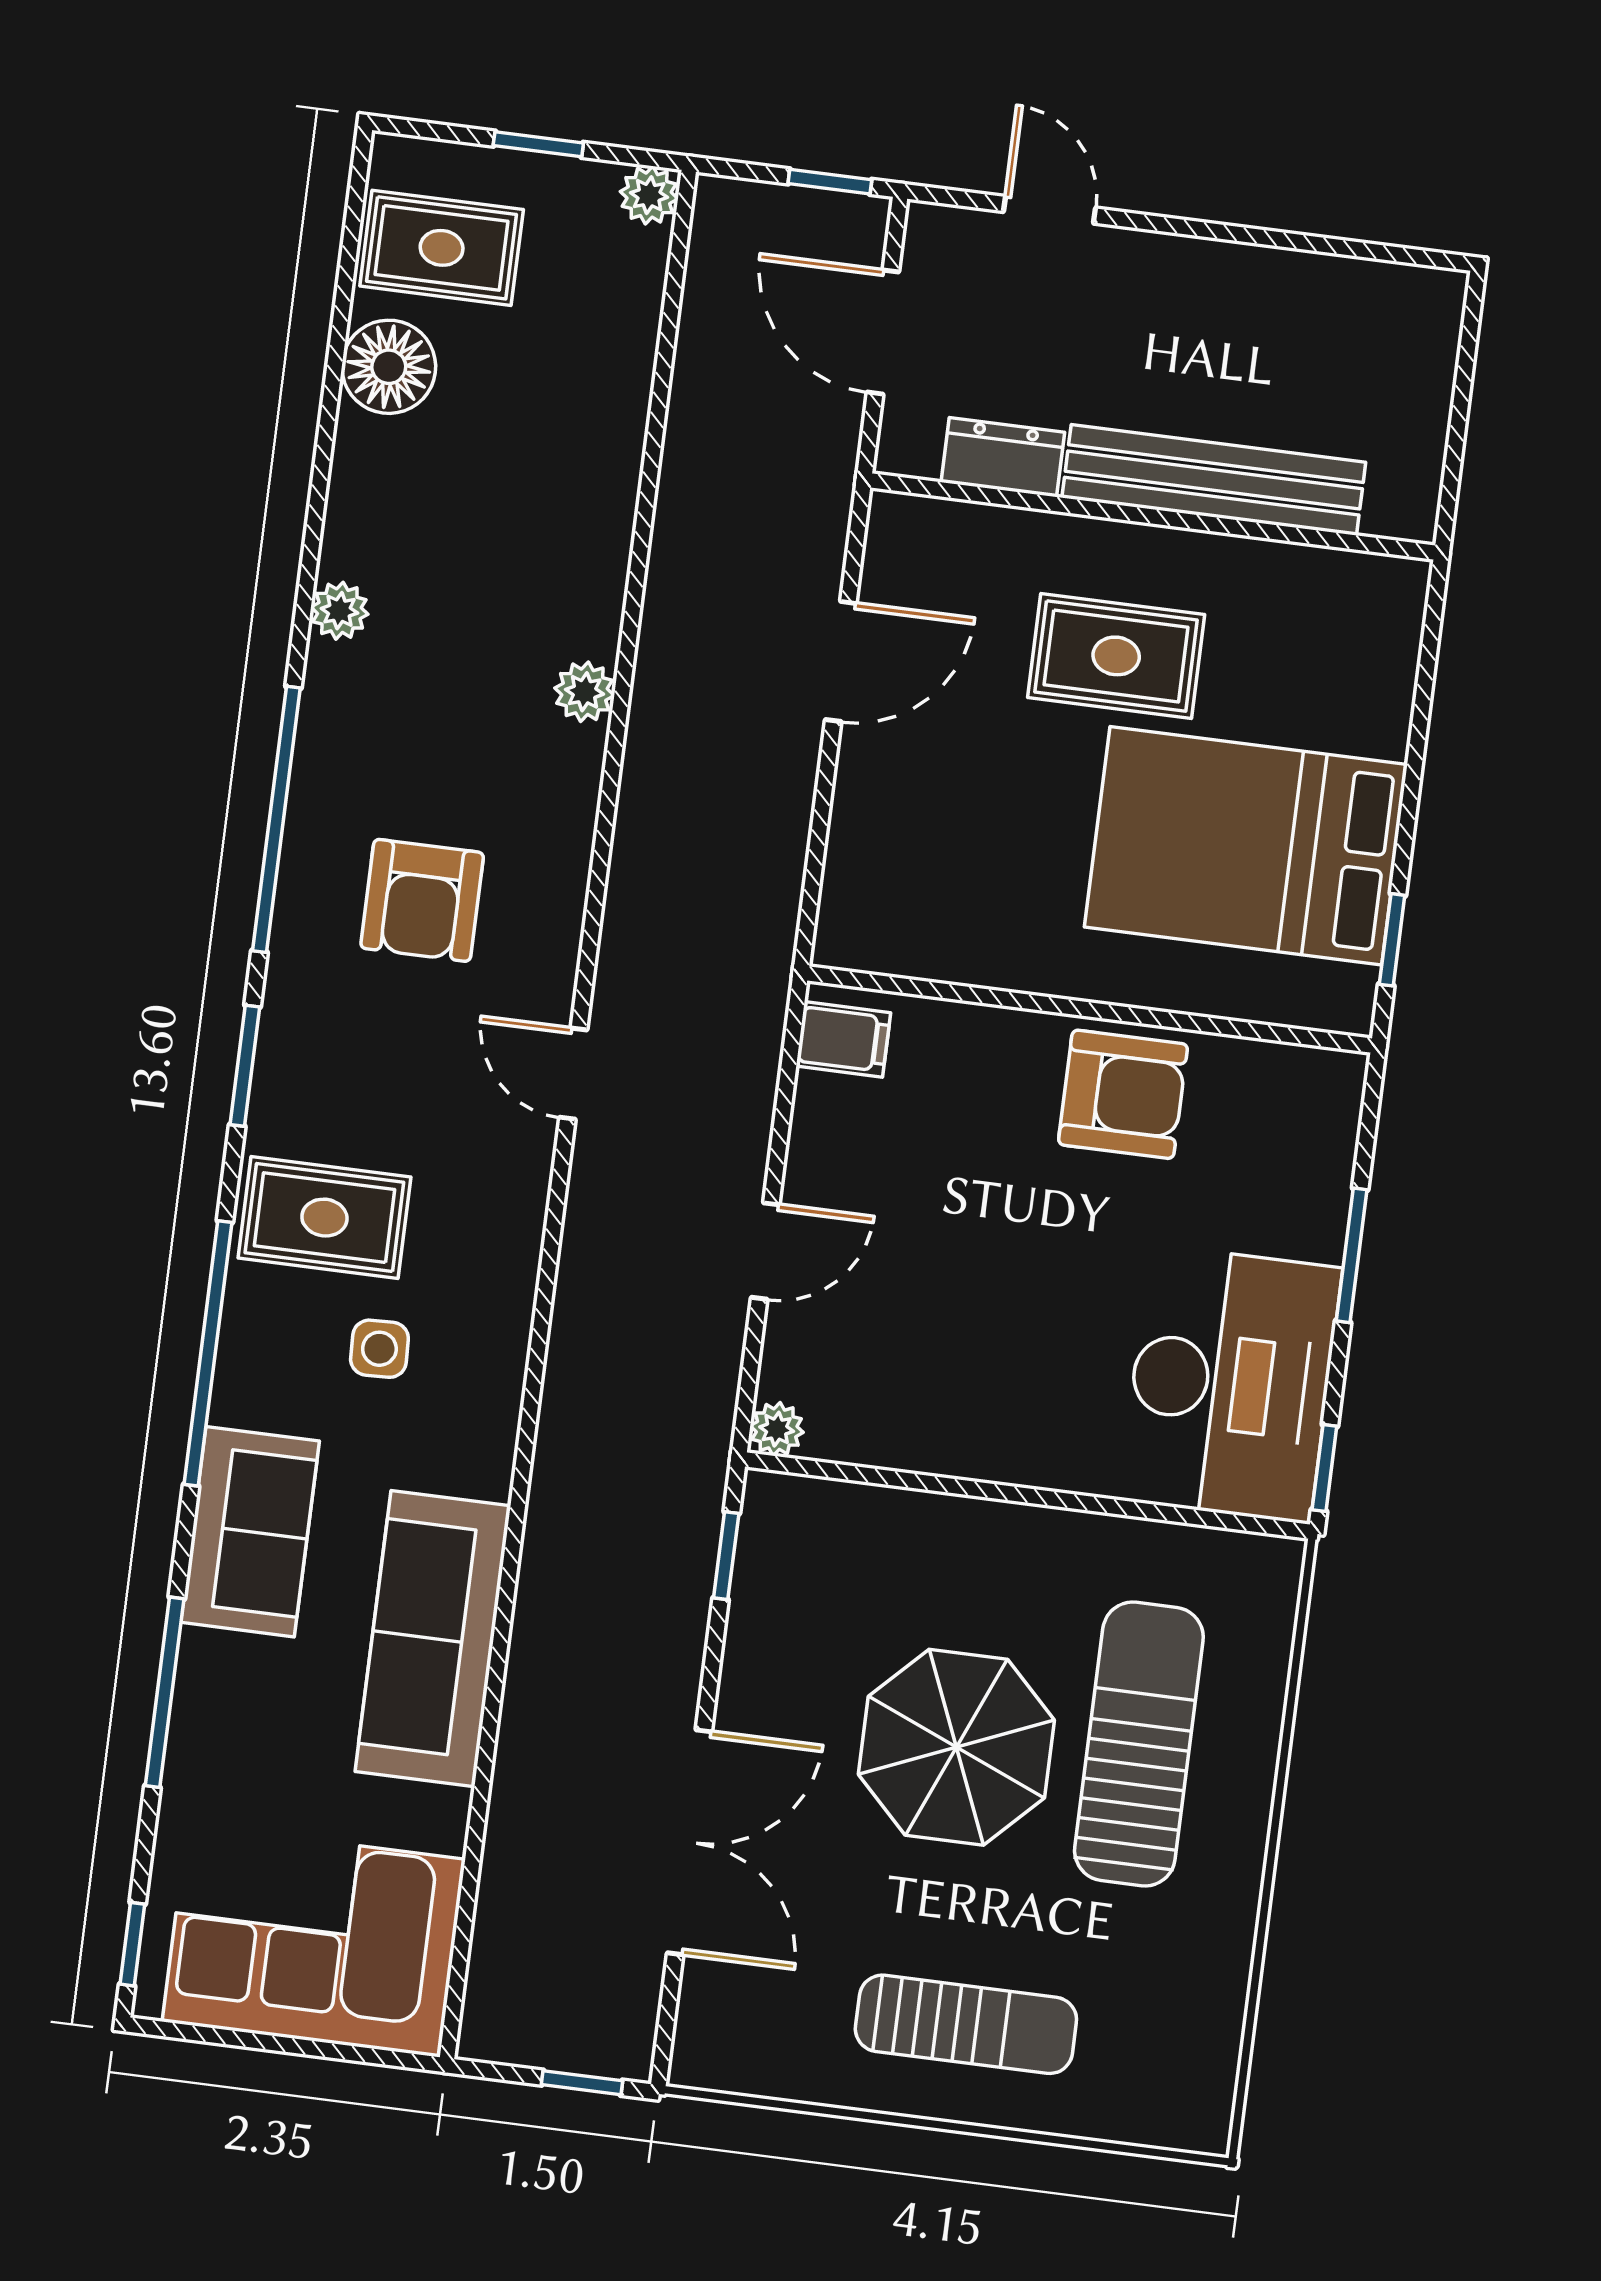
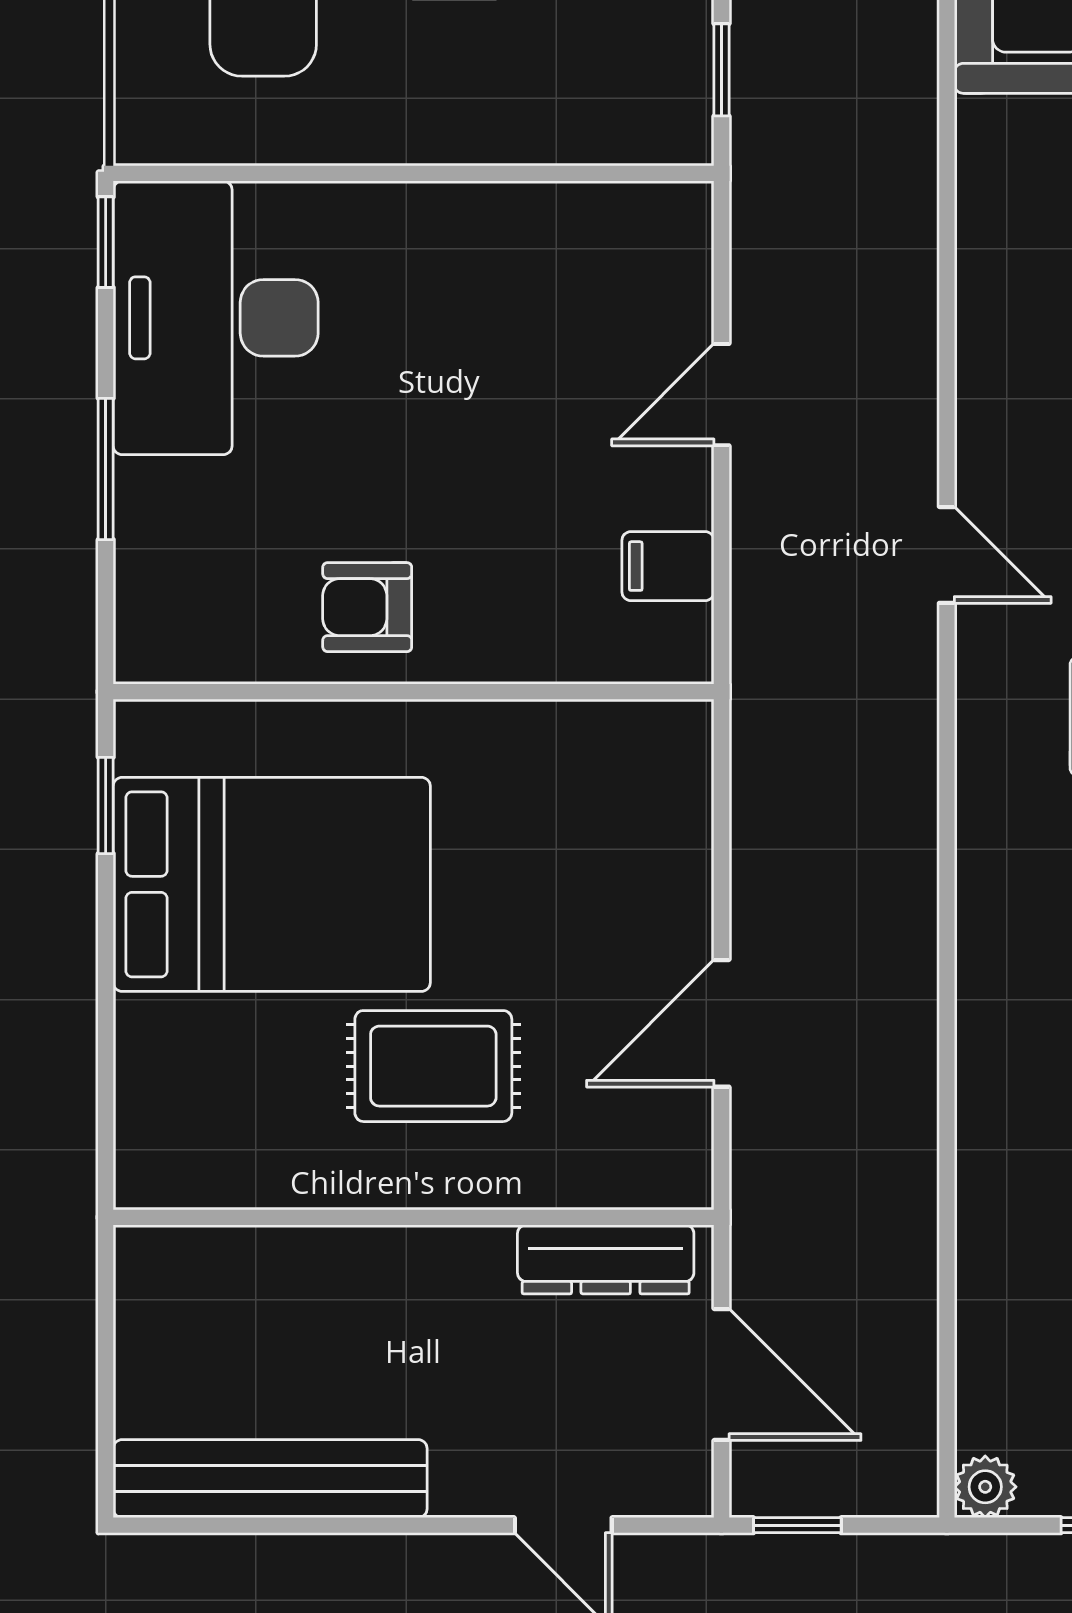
dresser: (1003, 457) -> (606, 1259), width x1.44
bench: (1214, 480) -> (270, 1479), moved
plant: (585, 692) -> (986, 957), removed
filing cabinet: (843, 1039) -> (668, 566), moved
armchair: (1123, 1094) -> (367, 607), width x0.72, depth x0.72
plant: (777, 1429) -> (686, 209), removed

